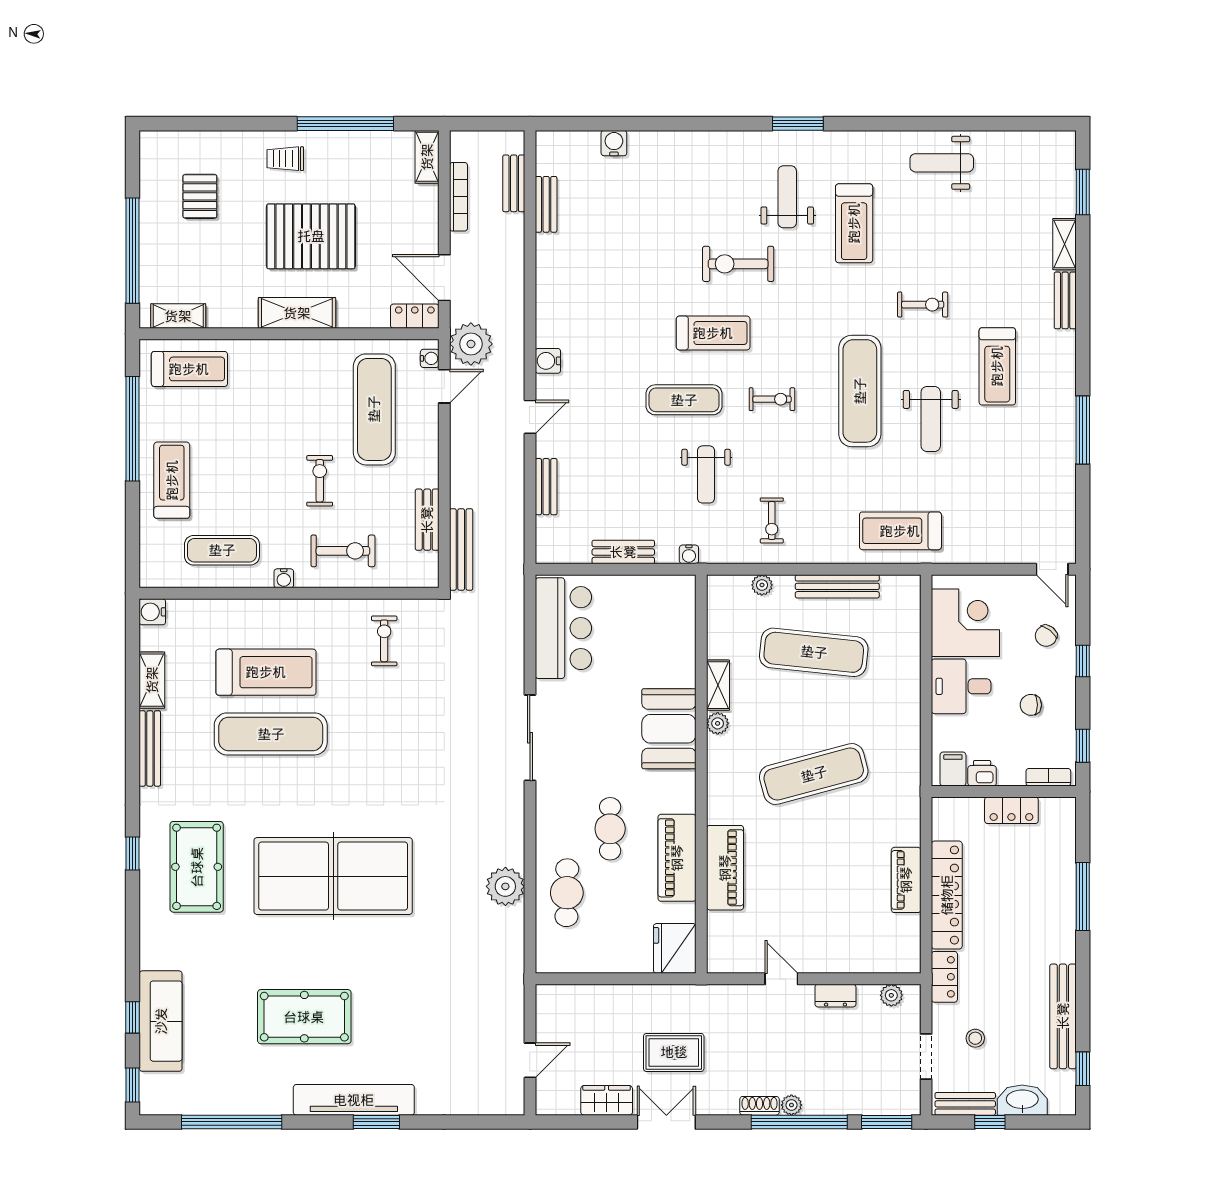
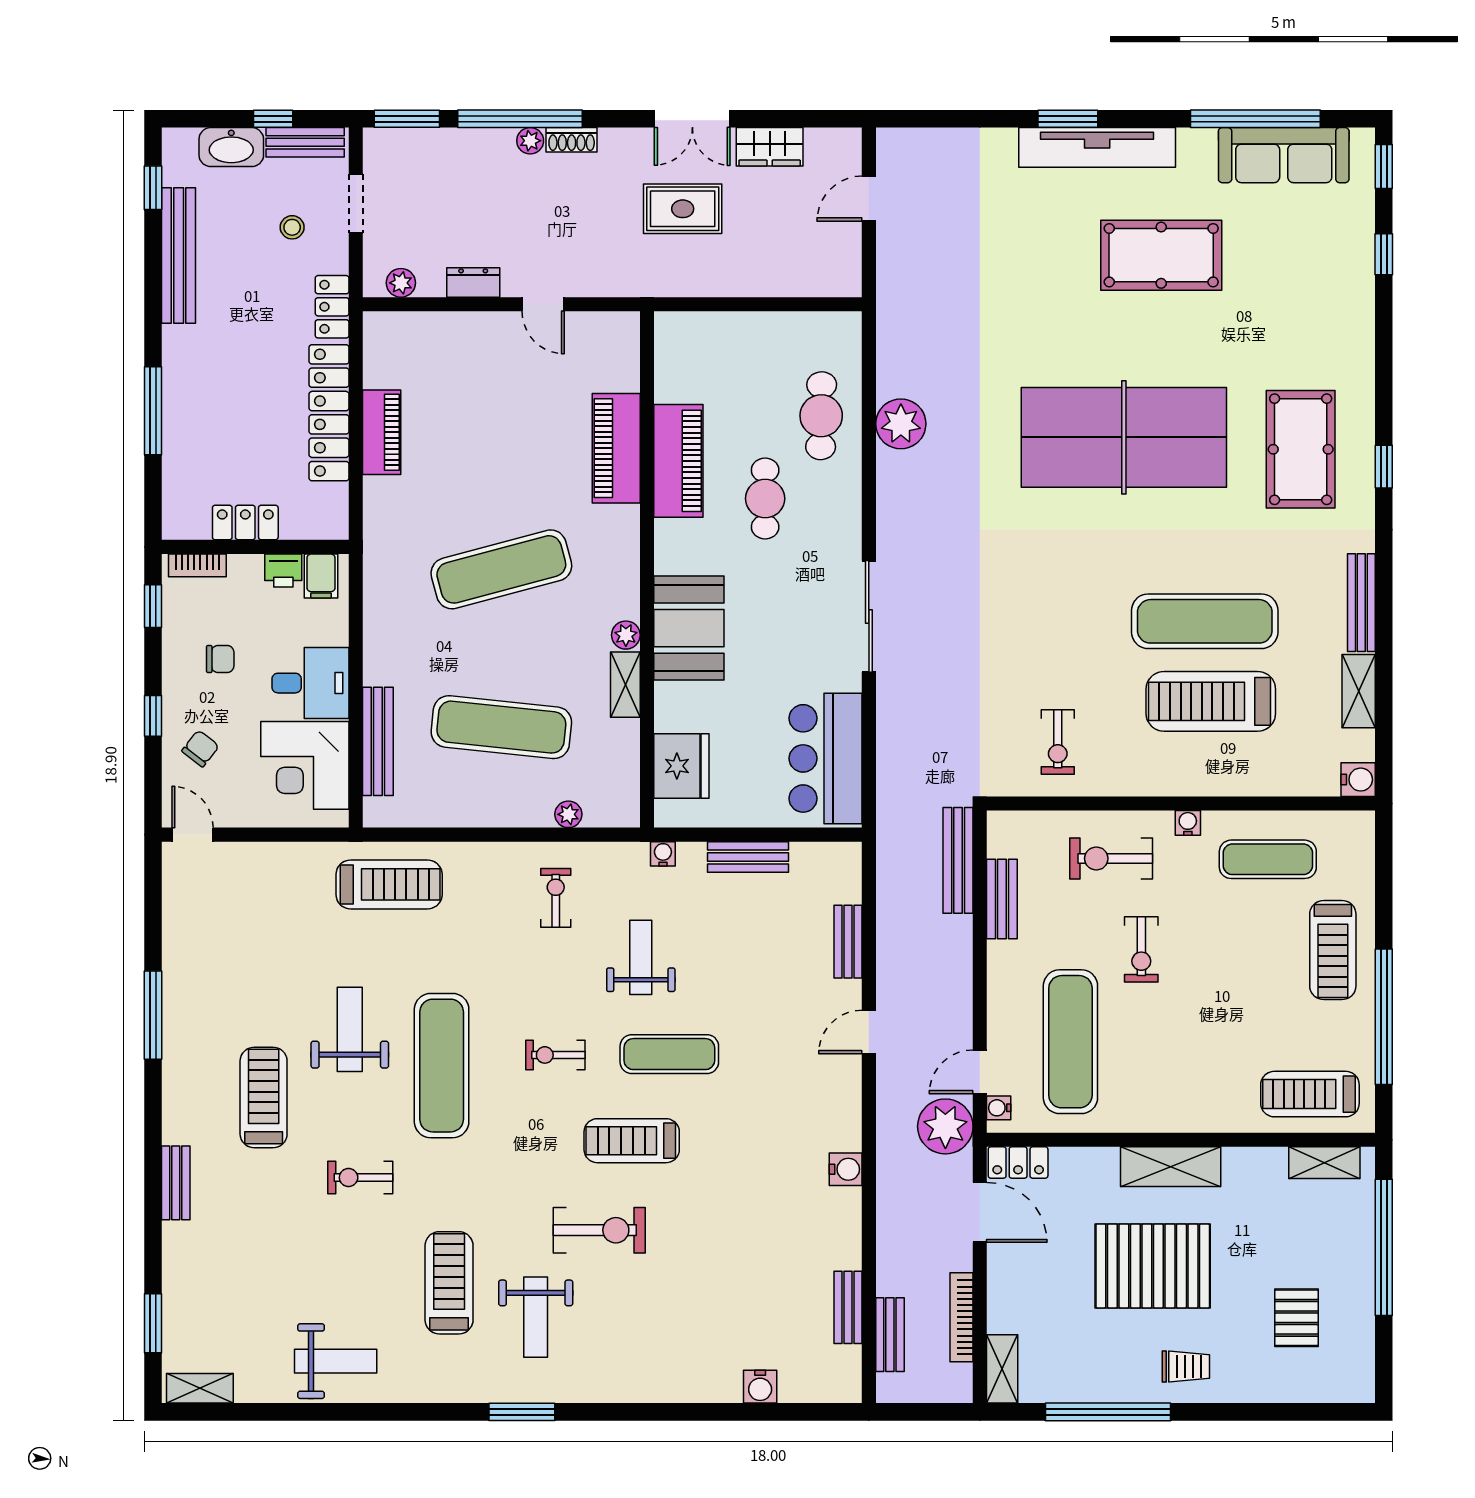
shelving: (1064, 244) -> (200, 1388), moved, turned 90
water cooler: (548, 361) -> (846, 1169), moved
bench: (837, 586) -> (378, 741), moved, turned 90
fridge: (675, 948) -> (681, 766), moved
sofa: (161, 1021) -> (1284, 155), moved, turned -90

